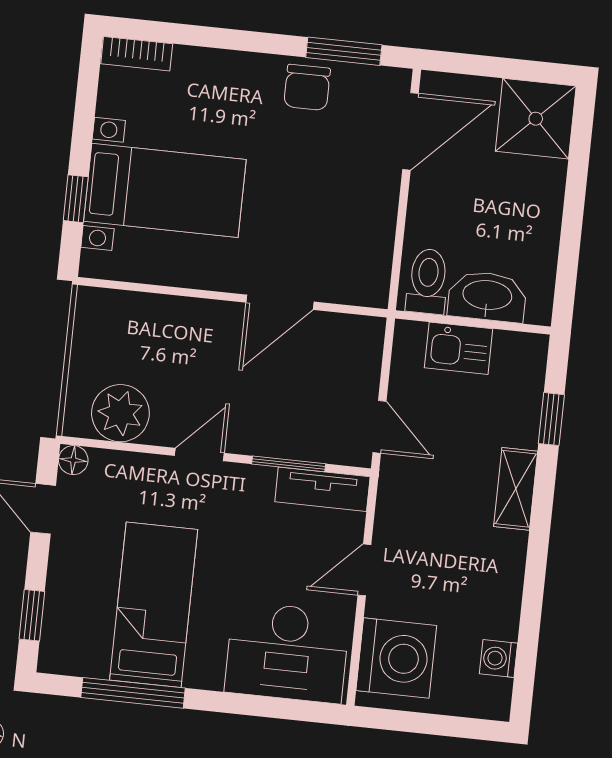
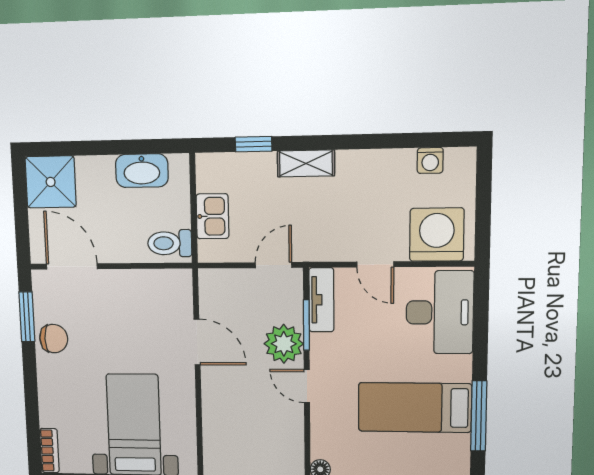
washbasin: (487, 296) -> (142, 171), moved, turned -90
plant: (120, 413) -> (284, 344), moved

